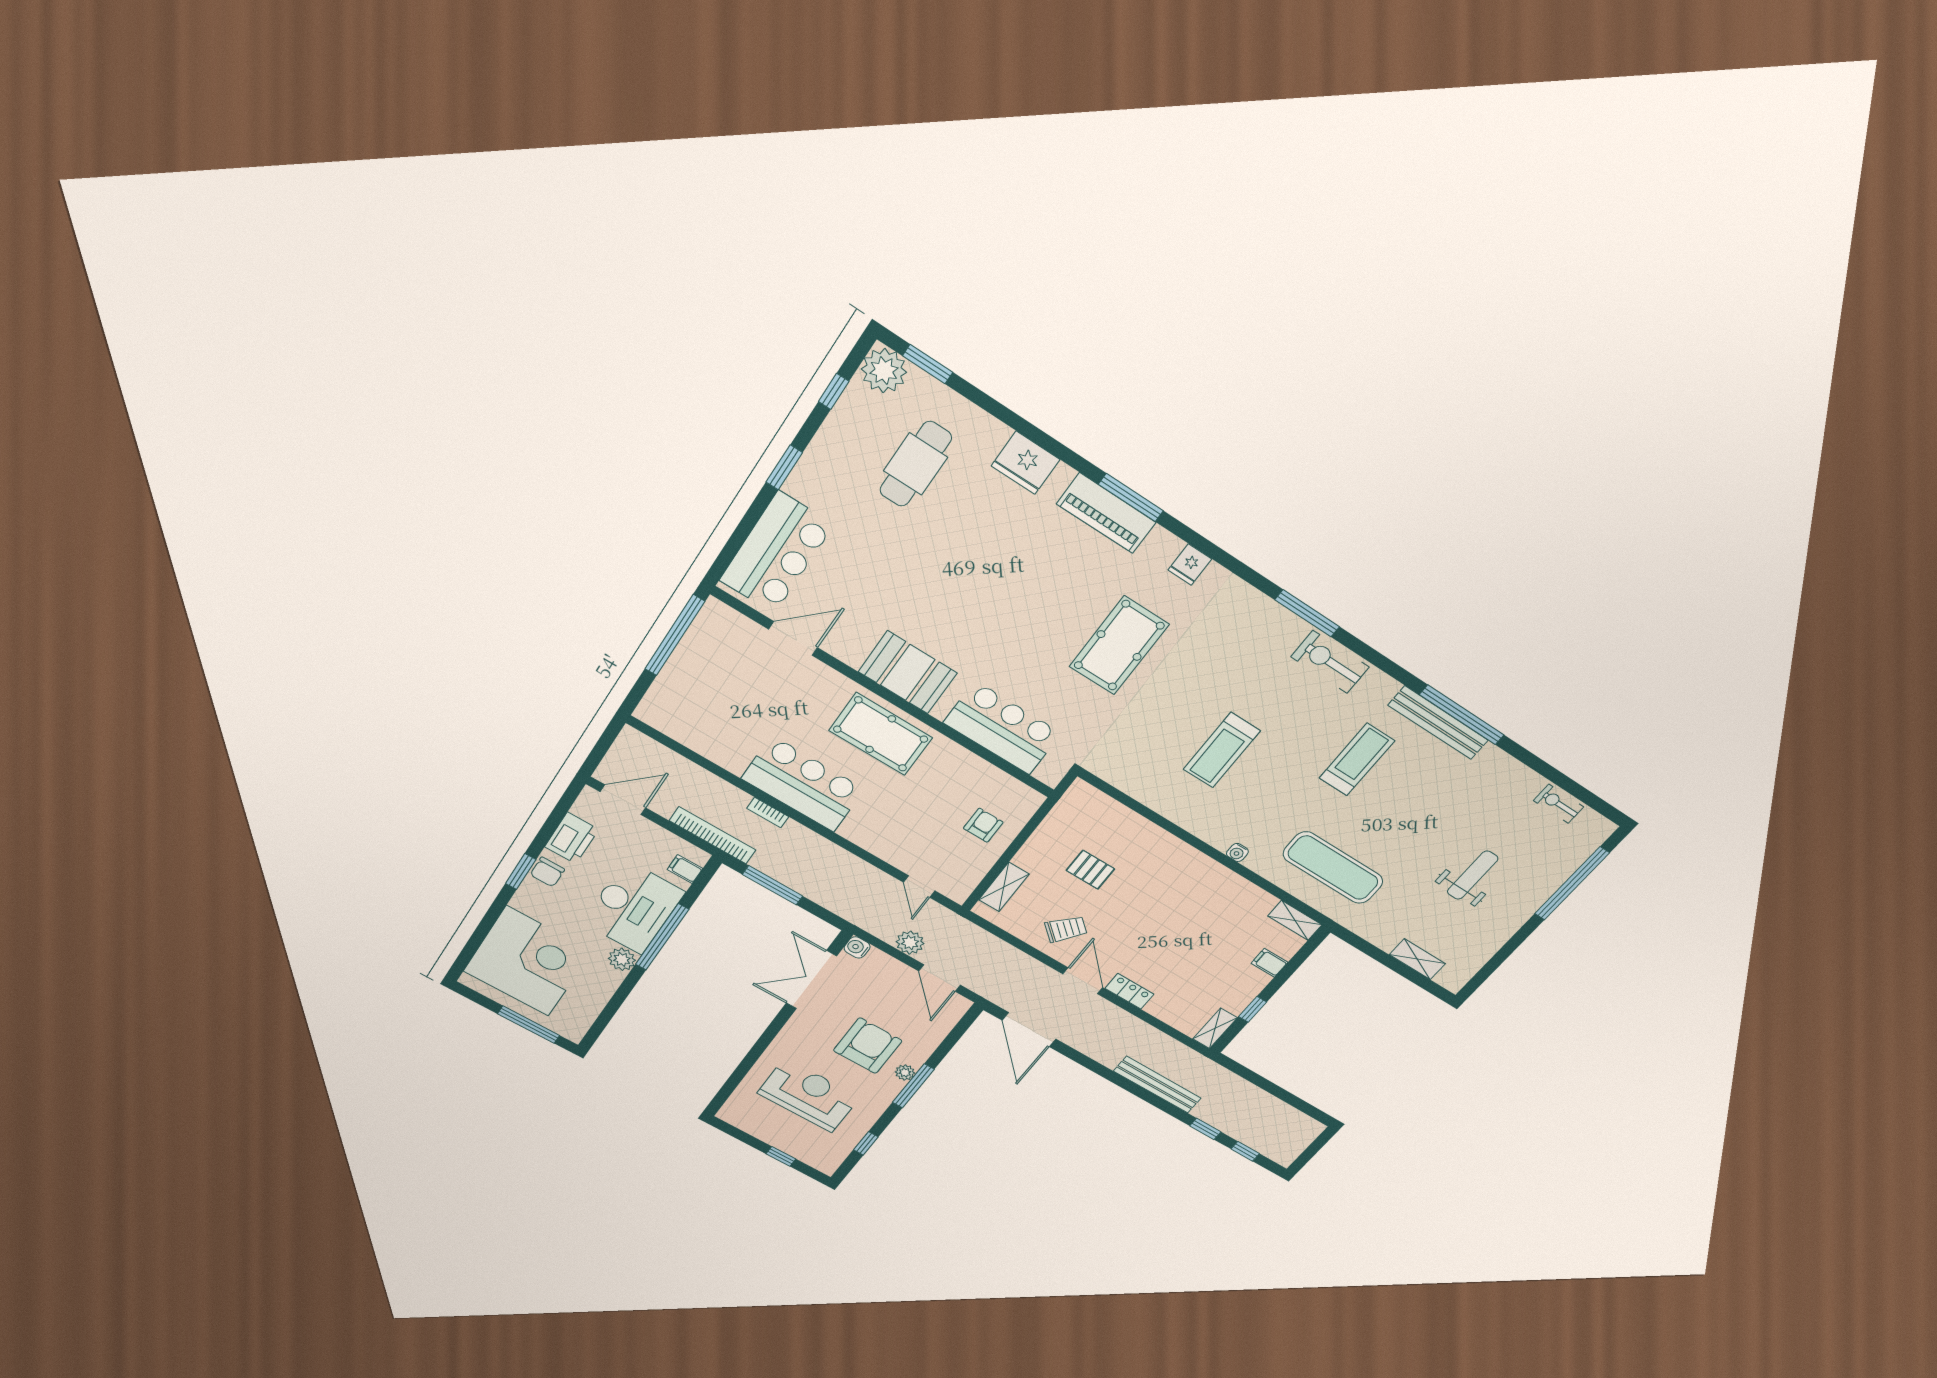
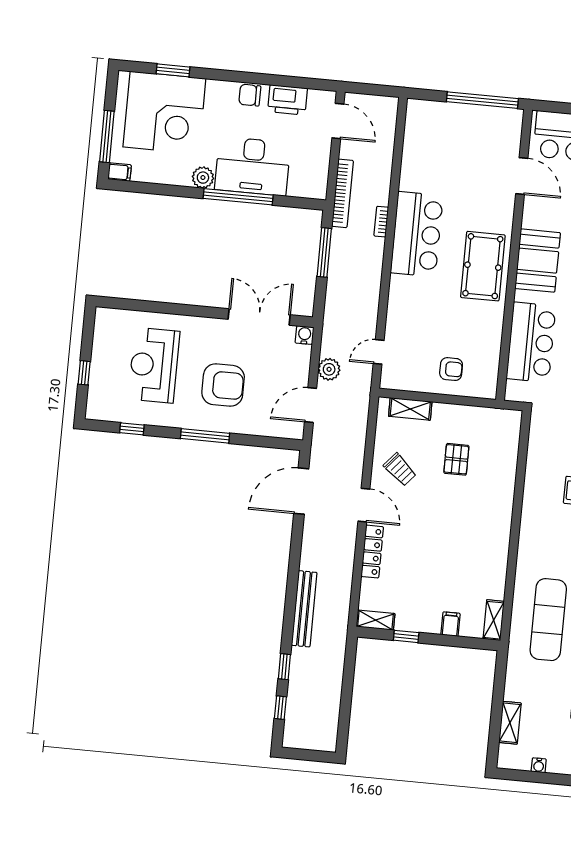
water cooler: (1237, 852) -> (539, 765), moved, turned -90
filing cabinet: (685, 869) -> (120, 172), moved, turned 90
window: (521, 872) -> (173, 70), moved
door: (1083, 981) -> (364, 505), hinge flipped
locker: (1129, 991) -> (372, 552), width x1.53
plant: (905, 1072) -> (214, 424), removed
reception desk: (809, 1095) -> (154, 365), turned 180

